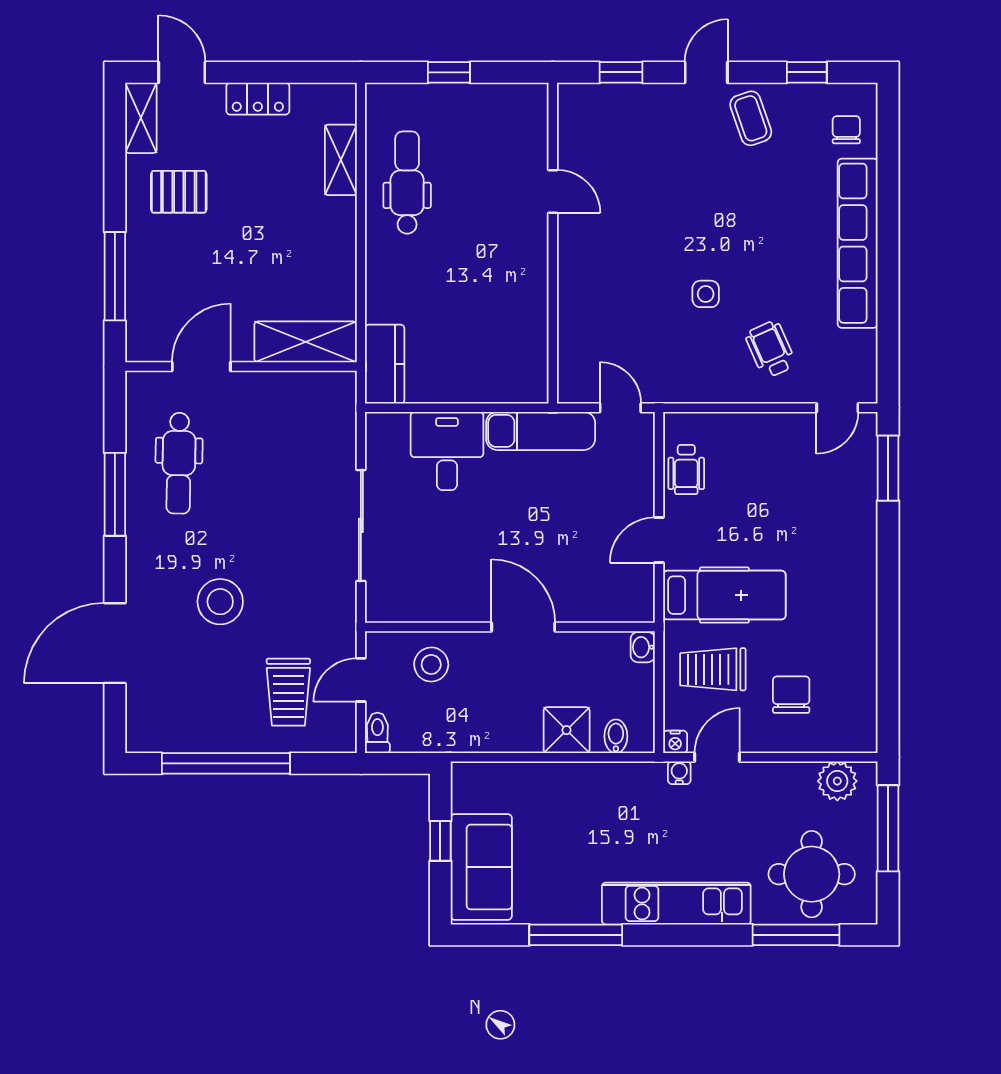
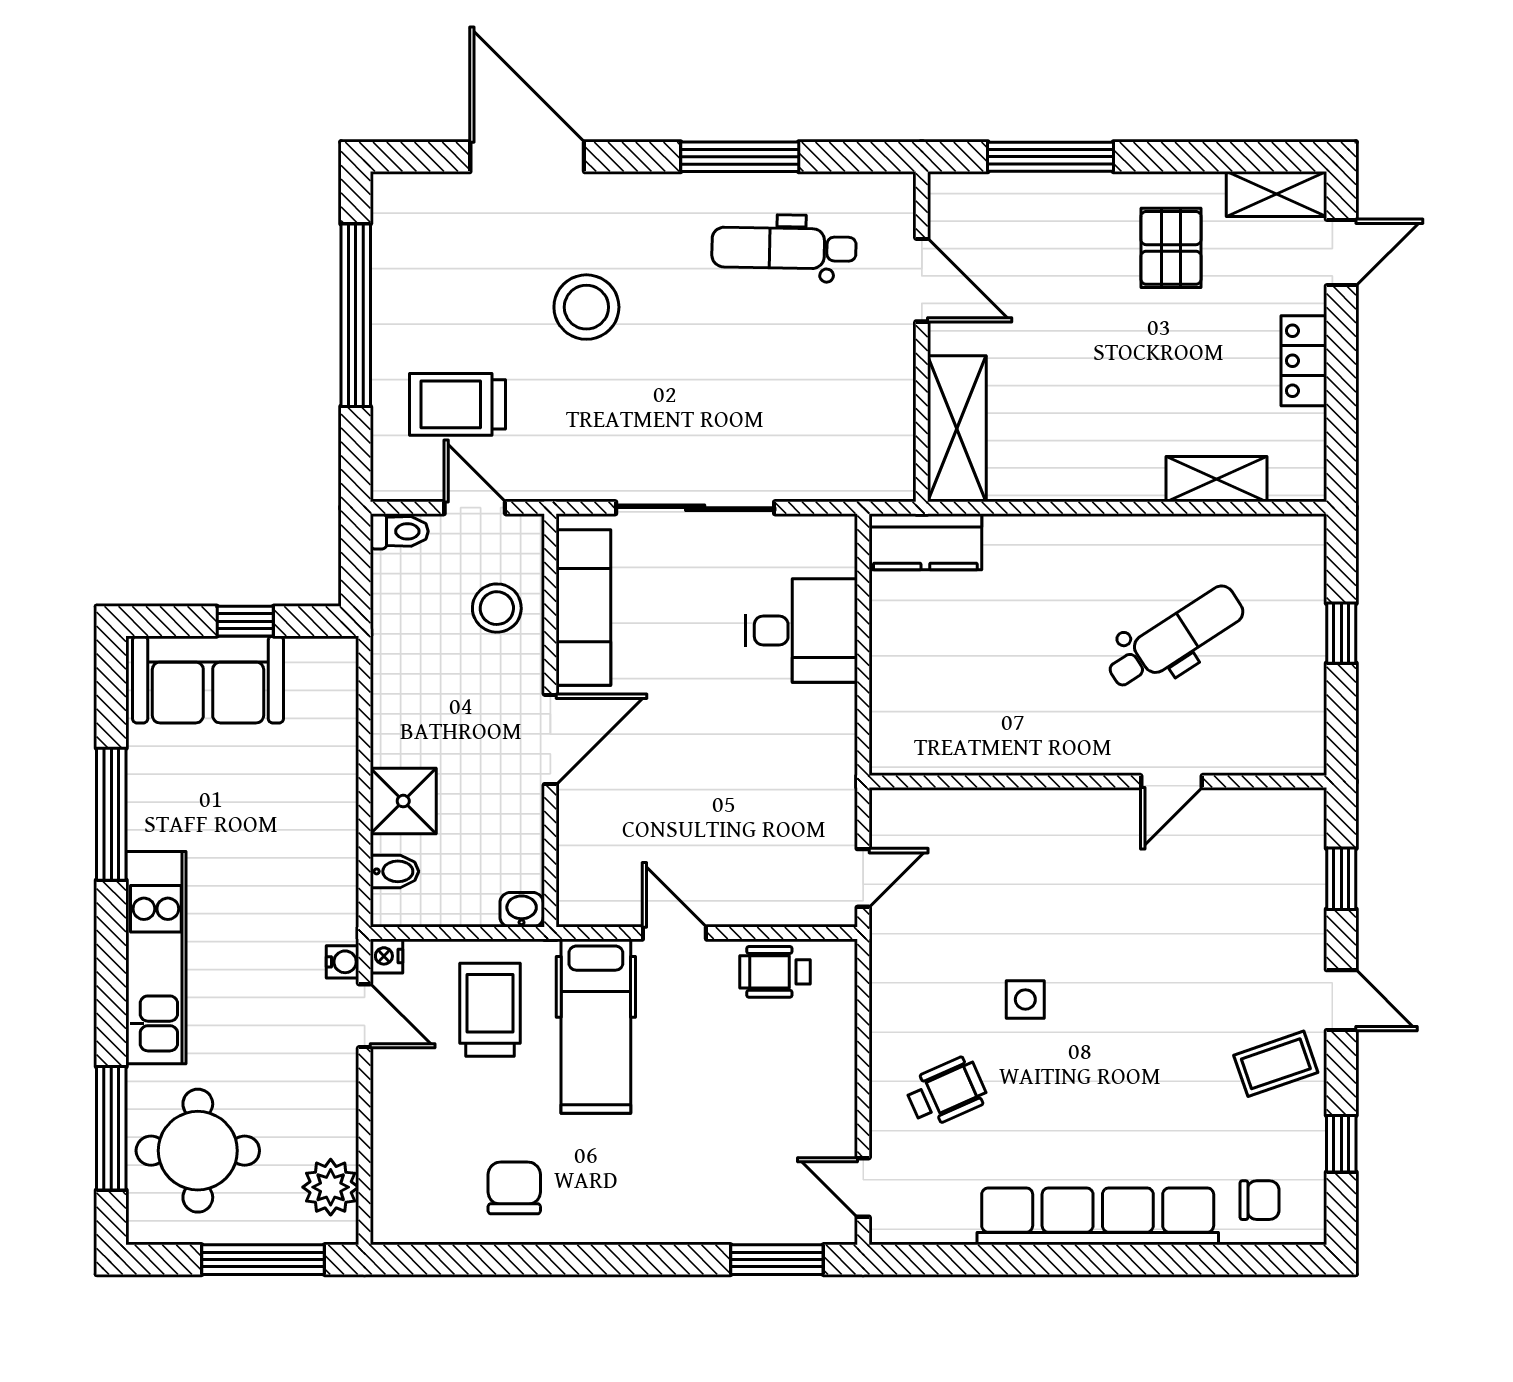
dental chair: (407, 183) -> (1175, 638), moved, turned -33
exam couch: (541, 431) -> (583, 607), moved, turned 180
chair: (791, 695) -> (514, 1188), moved, turned -90

